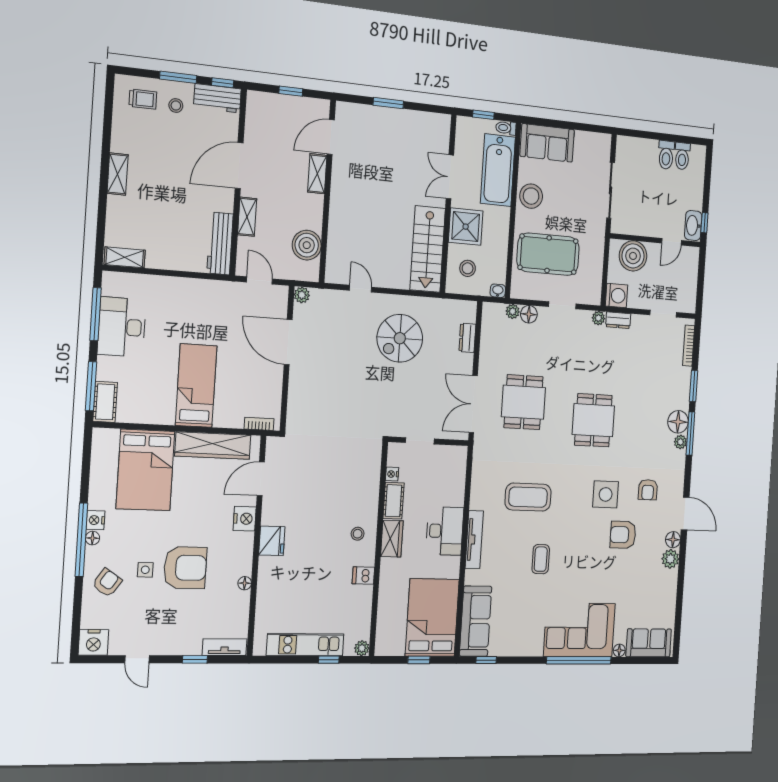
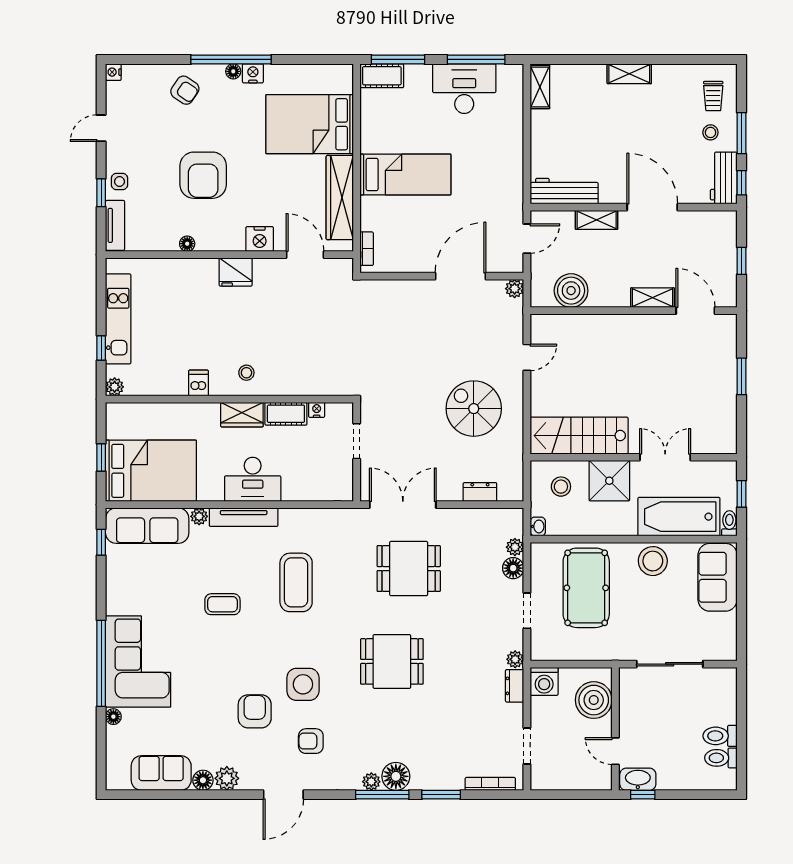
floor lamp: (673, 540) -> (203, 780), moved
side table: (145, 570) -> (120, 182), moved
plant: (471, 577) -> (199, 516), added
nightstand: (93, 642) -> (113, 72), width x0.53, depth x0.56
sofa: (649, 643) -> (161, 773), moved, turned -90

